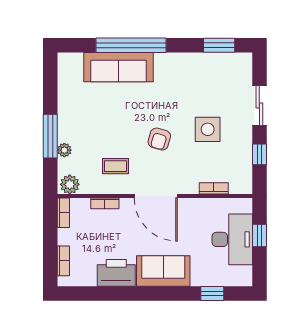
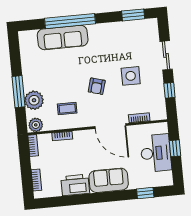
plant: (64, 150) -> (34, 100), width x1.88, depth x1.88
door: (156, 196) -> (110, 126), moved

